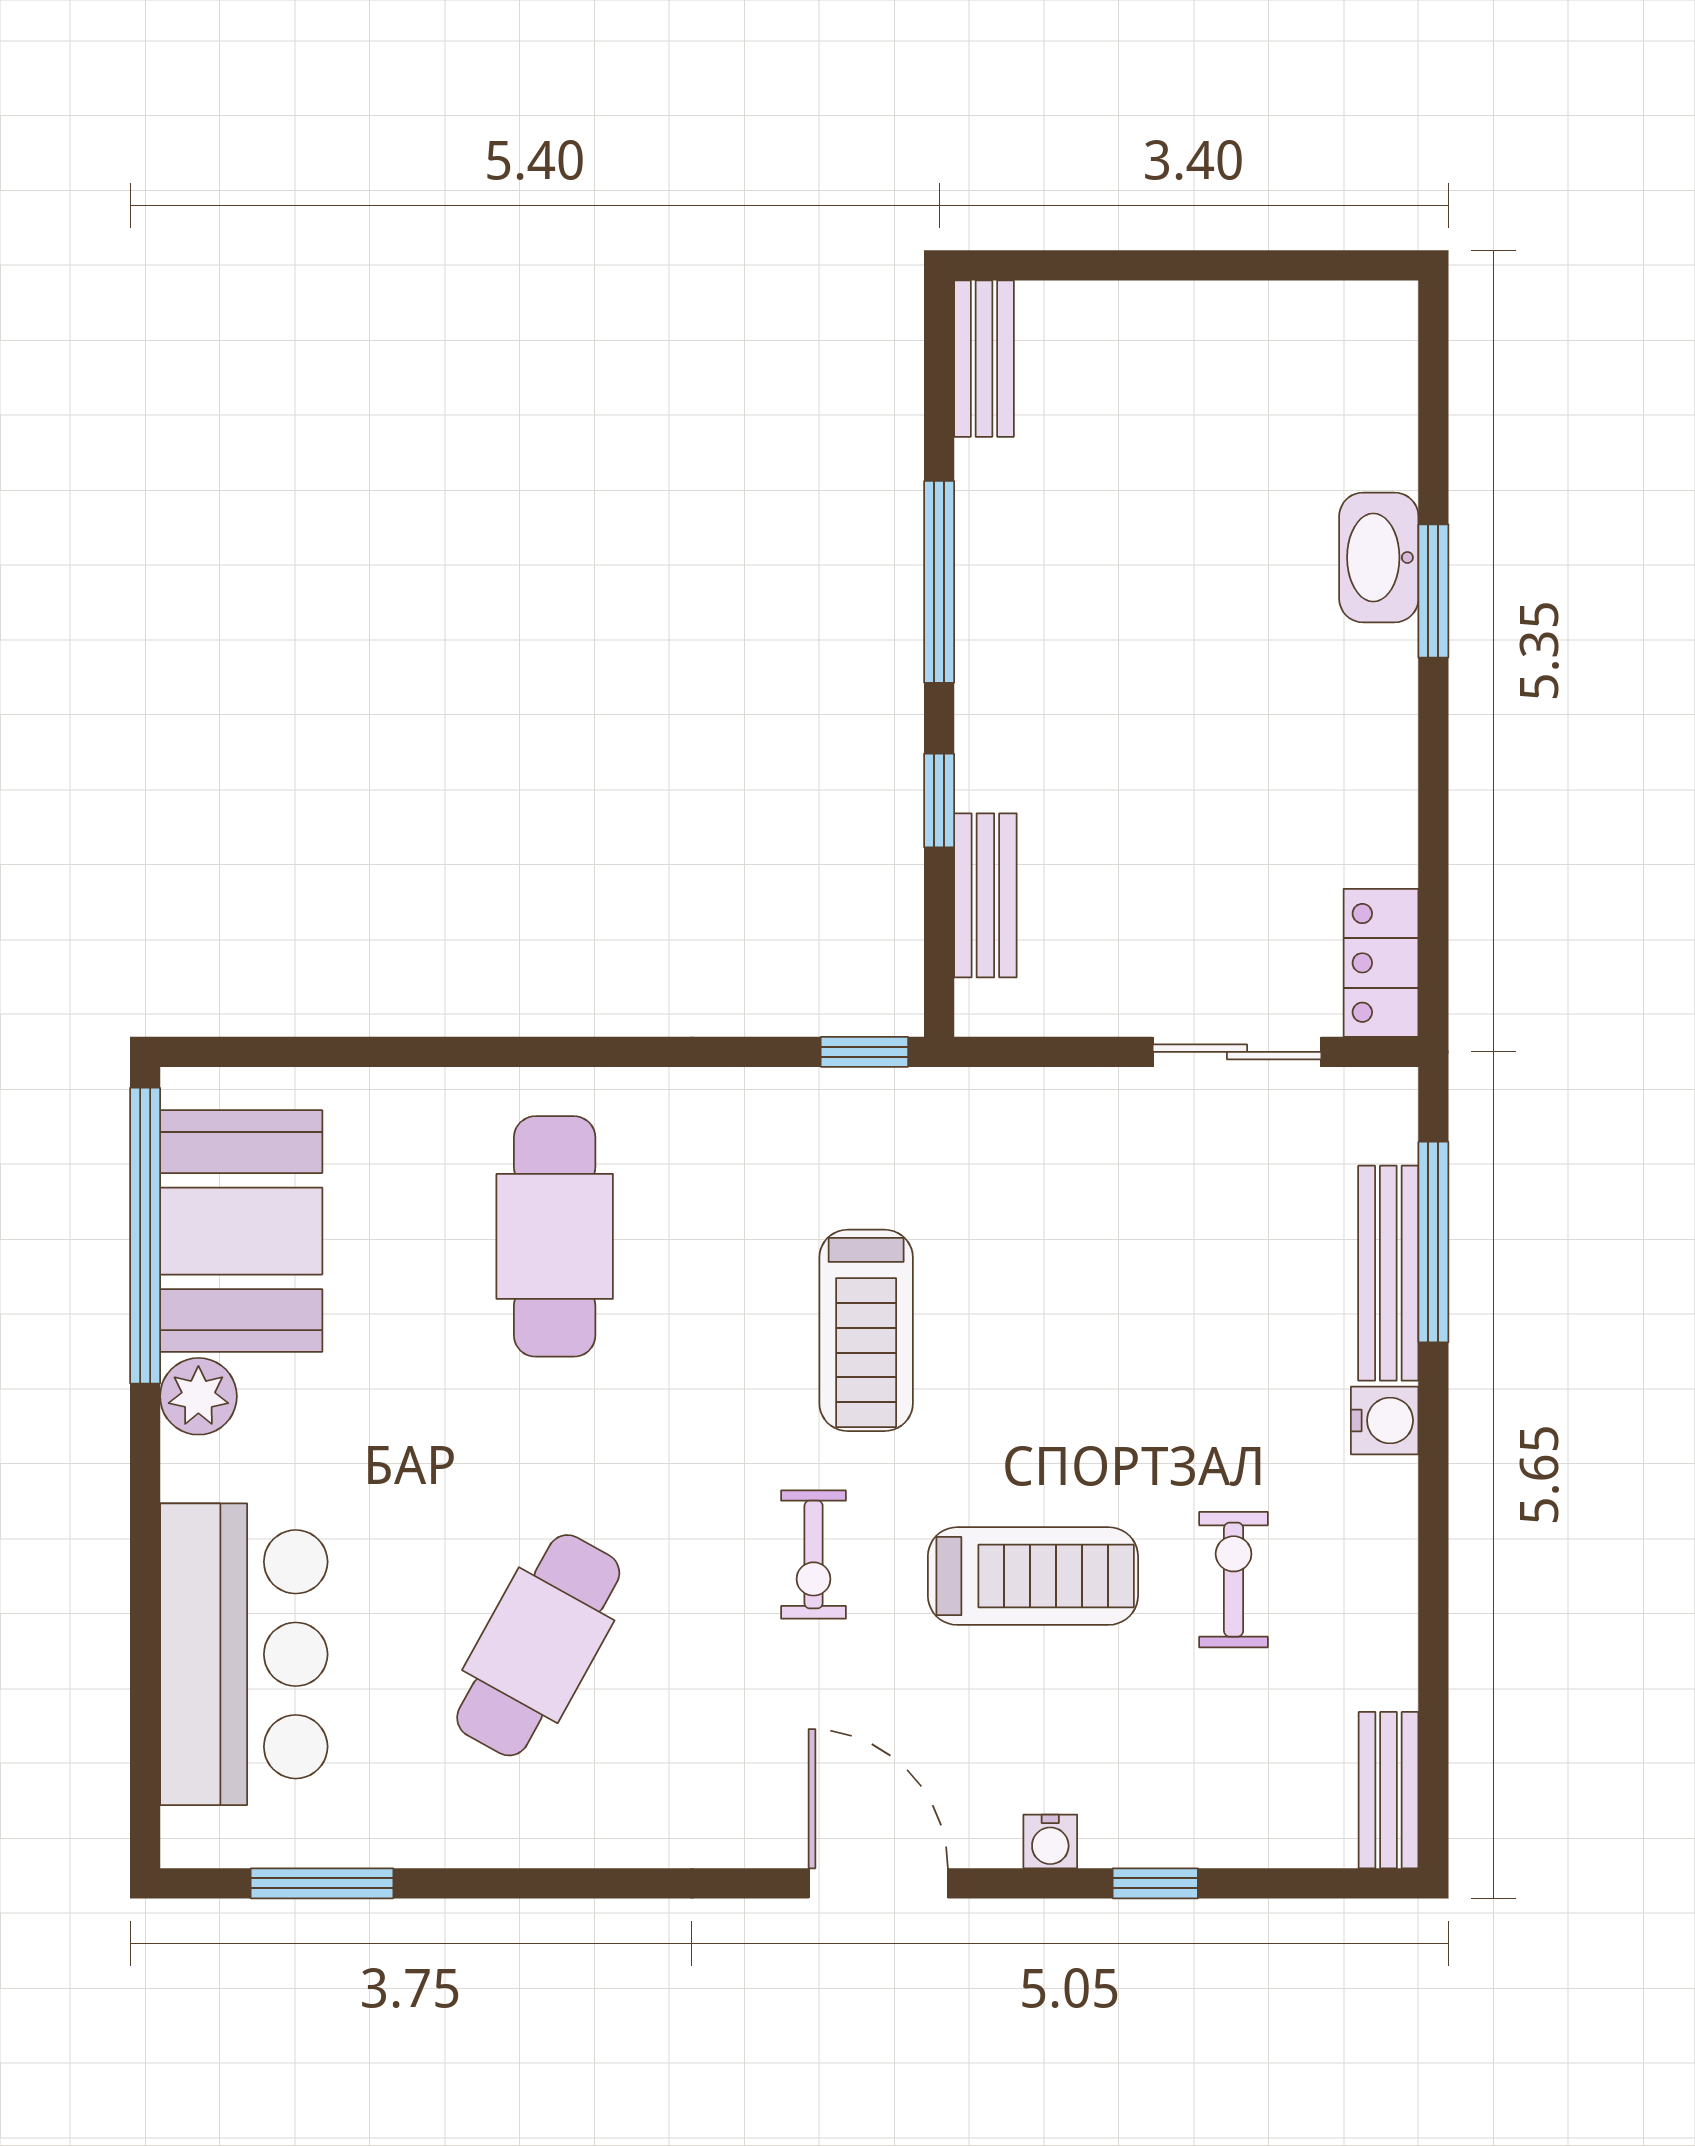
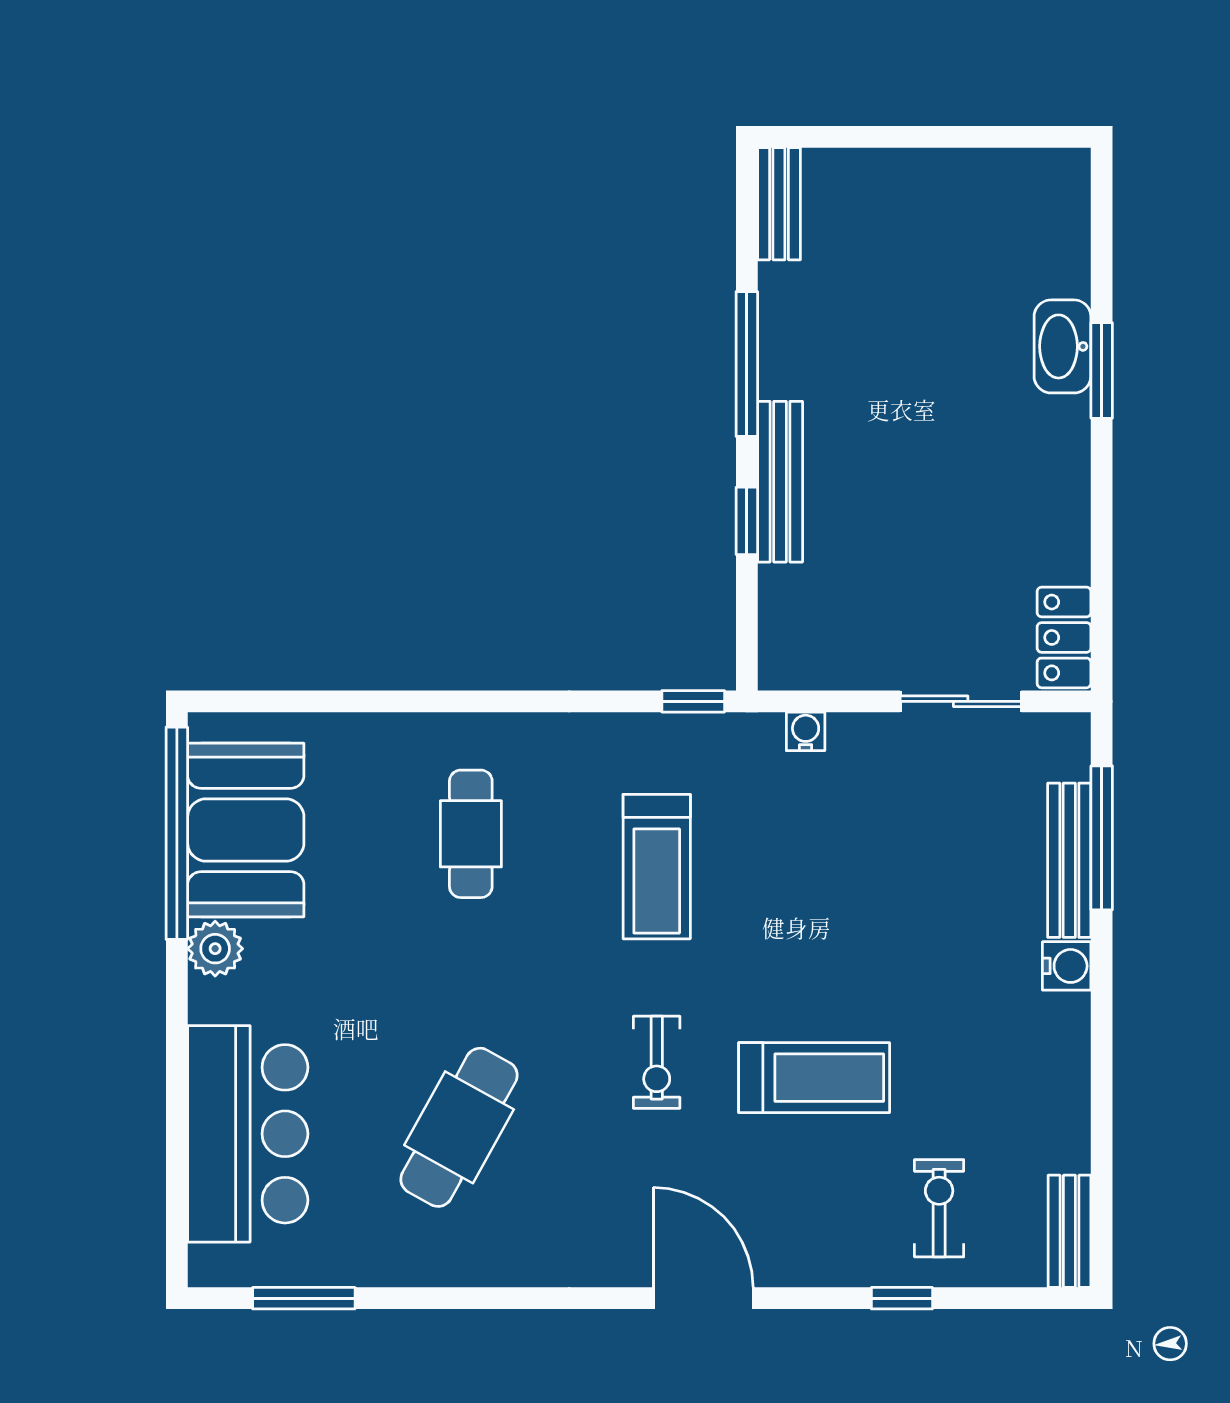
bench: (985, 895) -> (780, 482), moved, width x1.36
cafe table: (555, 1236) -> (471, 834), width x0.73, depth x0.74
treadmill: (866, 1330) -> (657, 867), moved
exercise bike: (1234, 1580) -> (939, 1208), moved
water cooler: (1050, 1841) -> (806, 731), moved, turned 180

